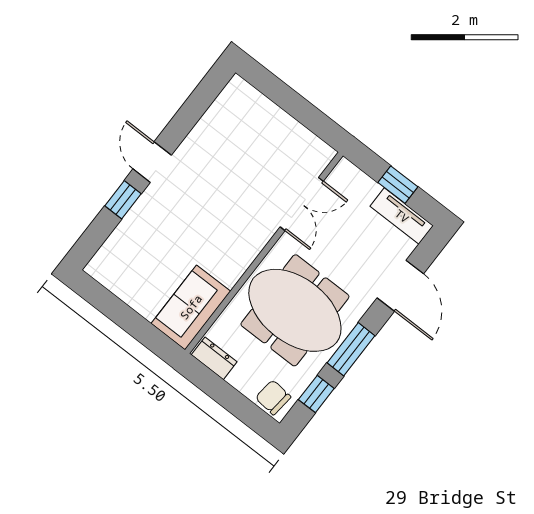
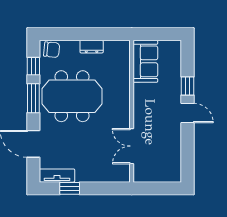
double door: (302, 204) -> (132, 146), moved
wall: (264, 253) -> (132, 111), moved
sofa: (191, 307) -> (145, 61), moved

